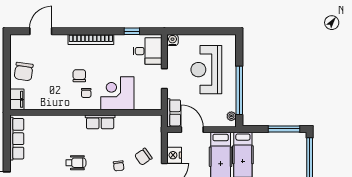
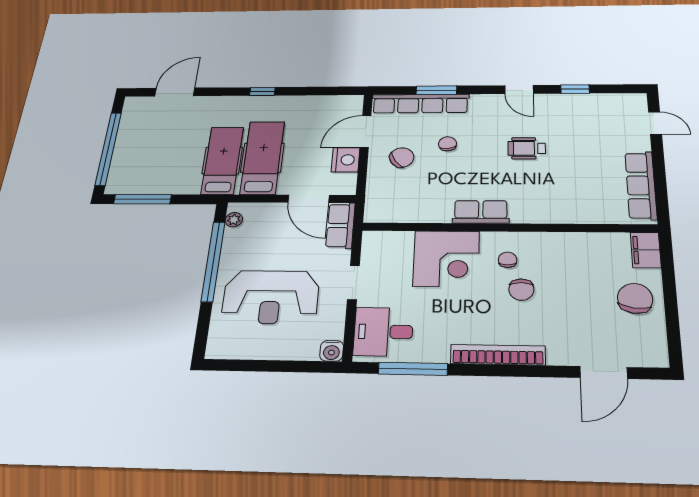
window: (132, 31) -> (413, 369), width x2.17
reception desk: (206, 70) -> (271, 297), turned 90

